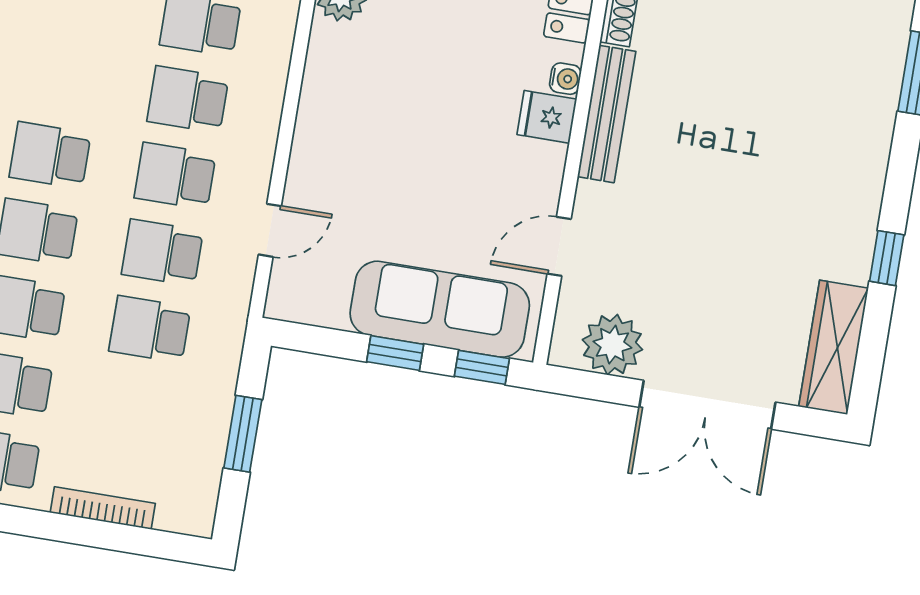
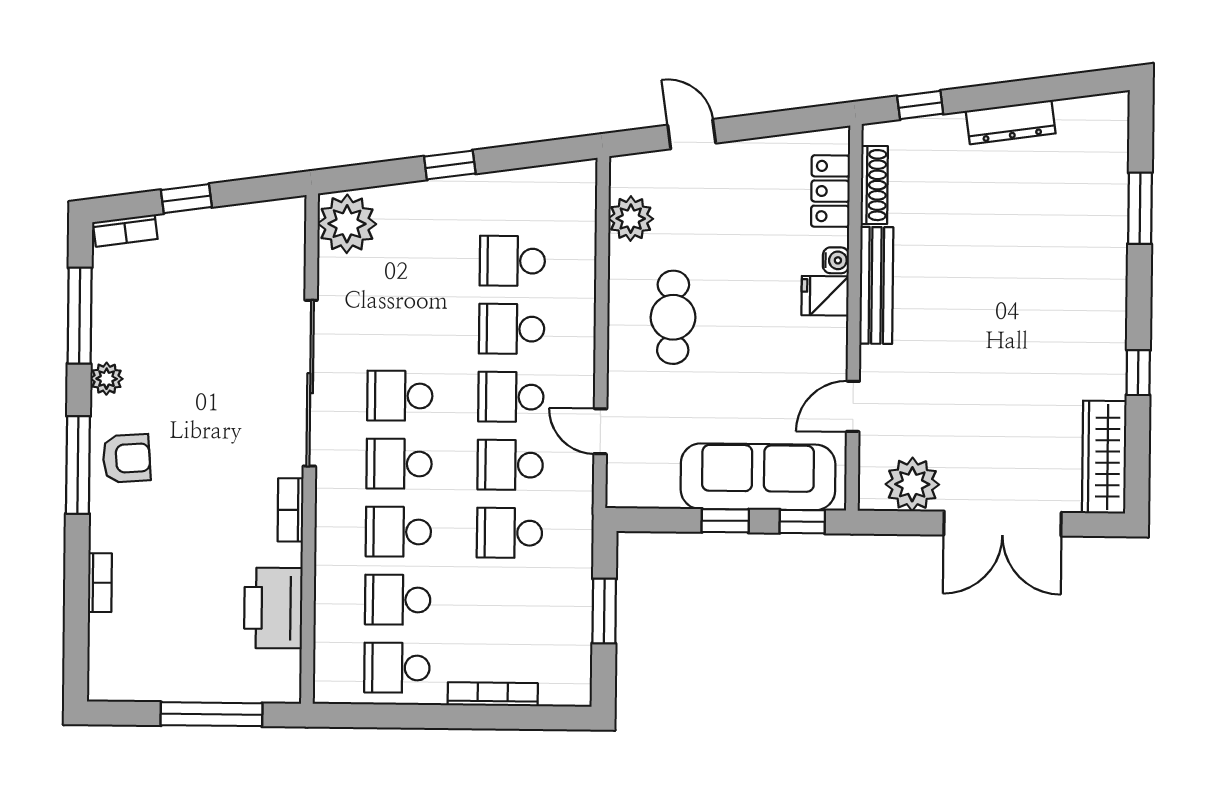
cafe table: (372, 114) -> (673, 317), added
door: (270, 230) -> (600, 431), swing flipped

